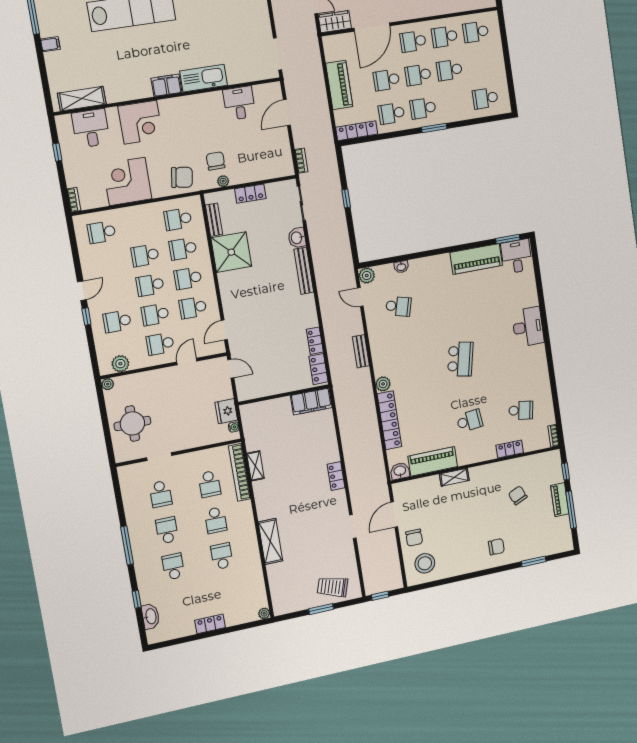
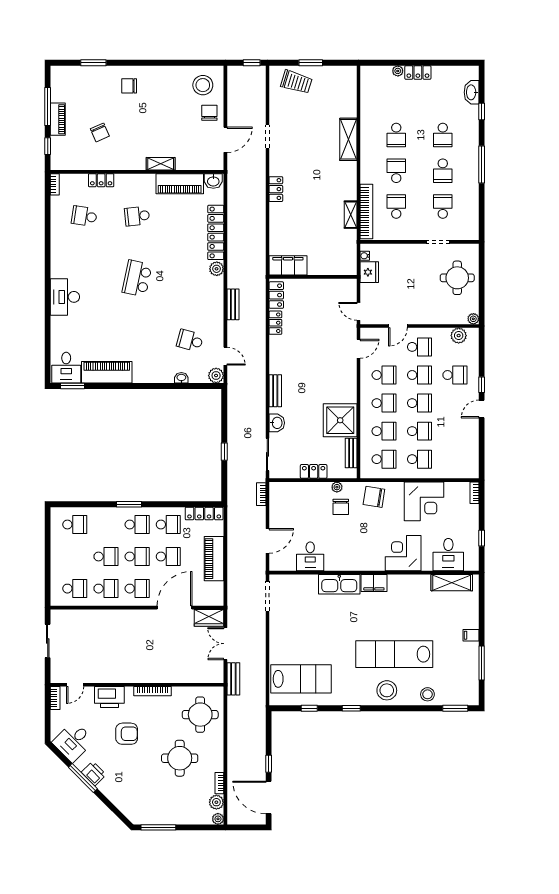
school desk: (102, 232) -> (419, 459), moved
bench: (304, 271) -> (275, 391), width x0.73
plant: (264, 613) -> (398, 71), moved

